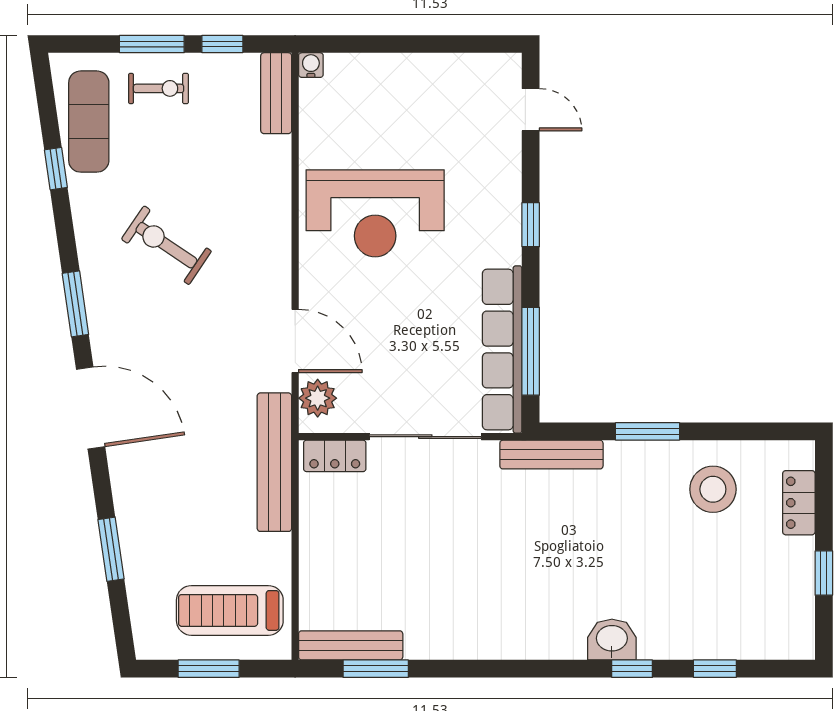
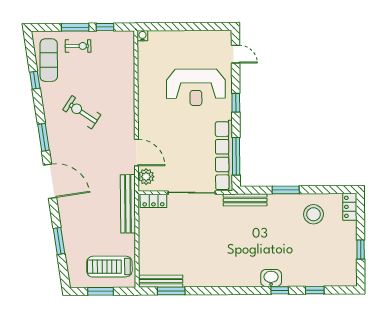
bench: (276, 93) -> (128, 48), removed
reception desk: (375, 213) -> (196, 87), moved
locker: (799, 503) -> (350, 207), moved

